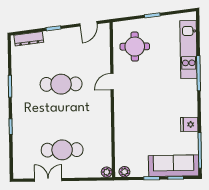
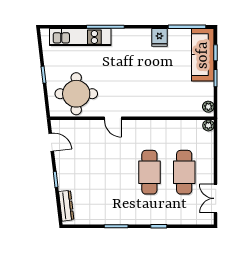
round table: (135, 47) -> (76, 94), width x1.36, depth x1.36
cafe table: (61, 84) -> (149, 172), moved
double door: (48, 180) -> (216, 198), moved

